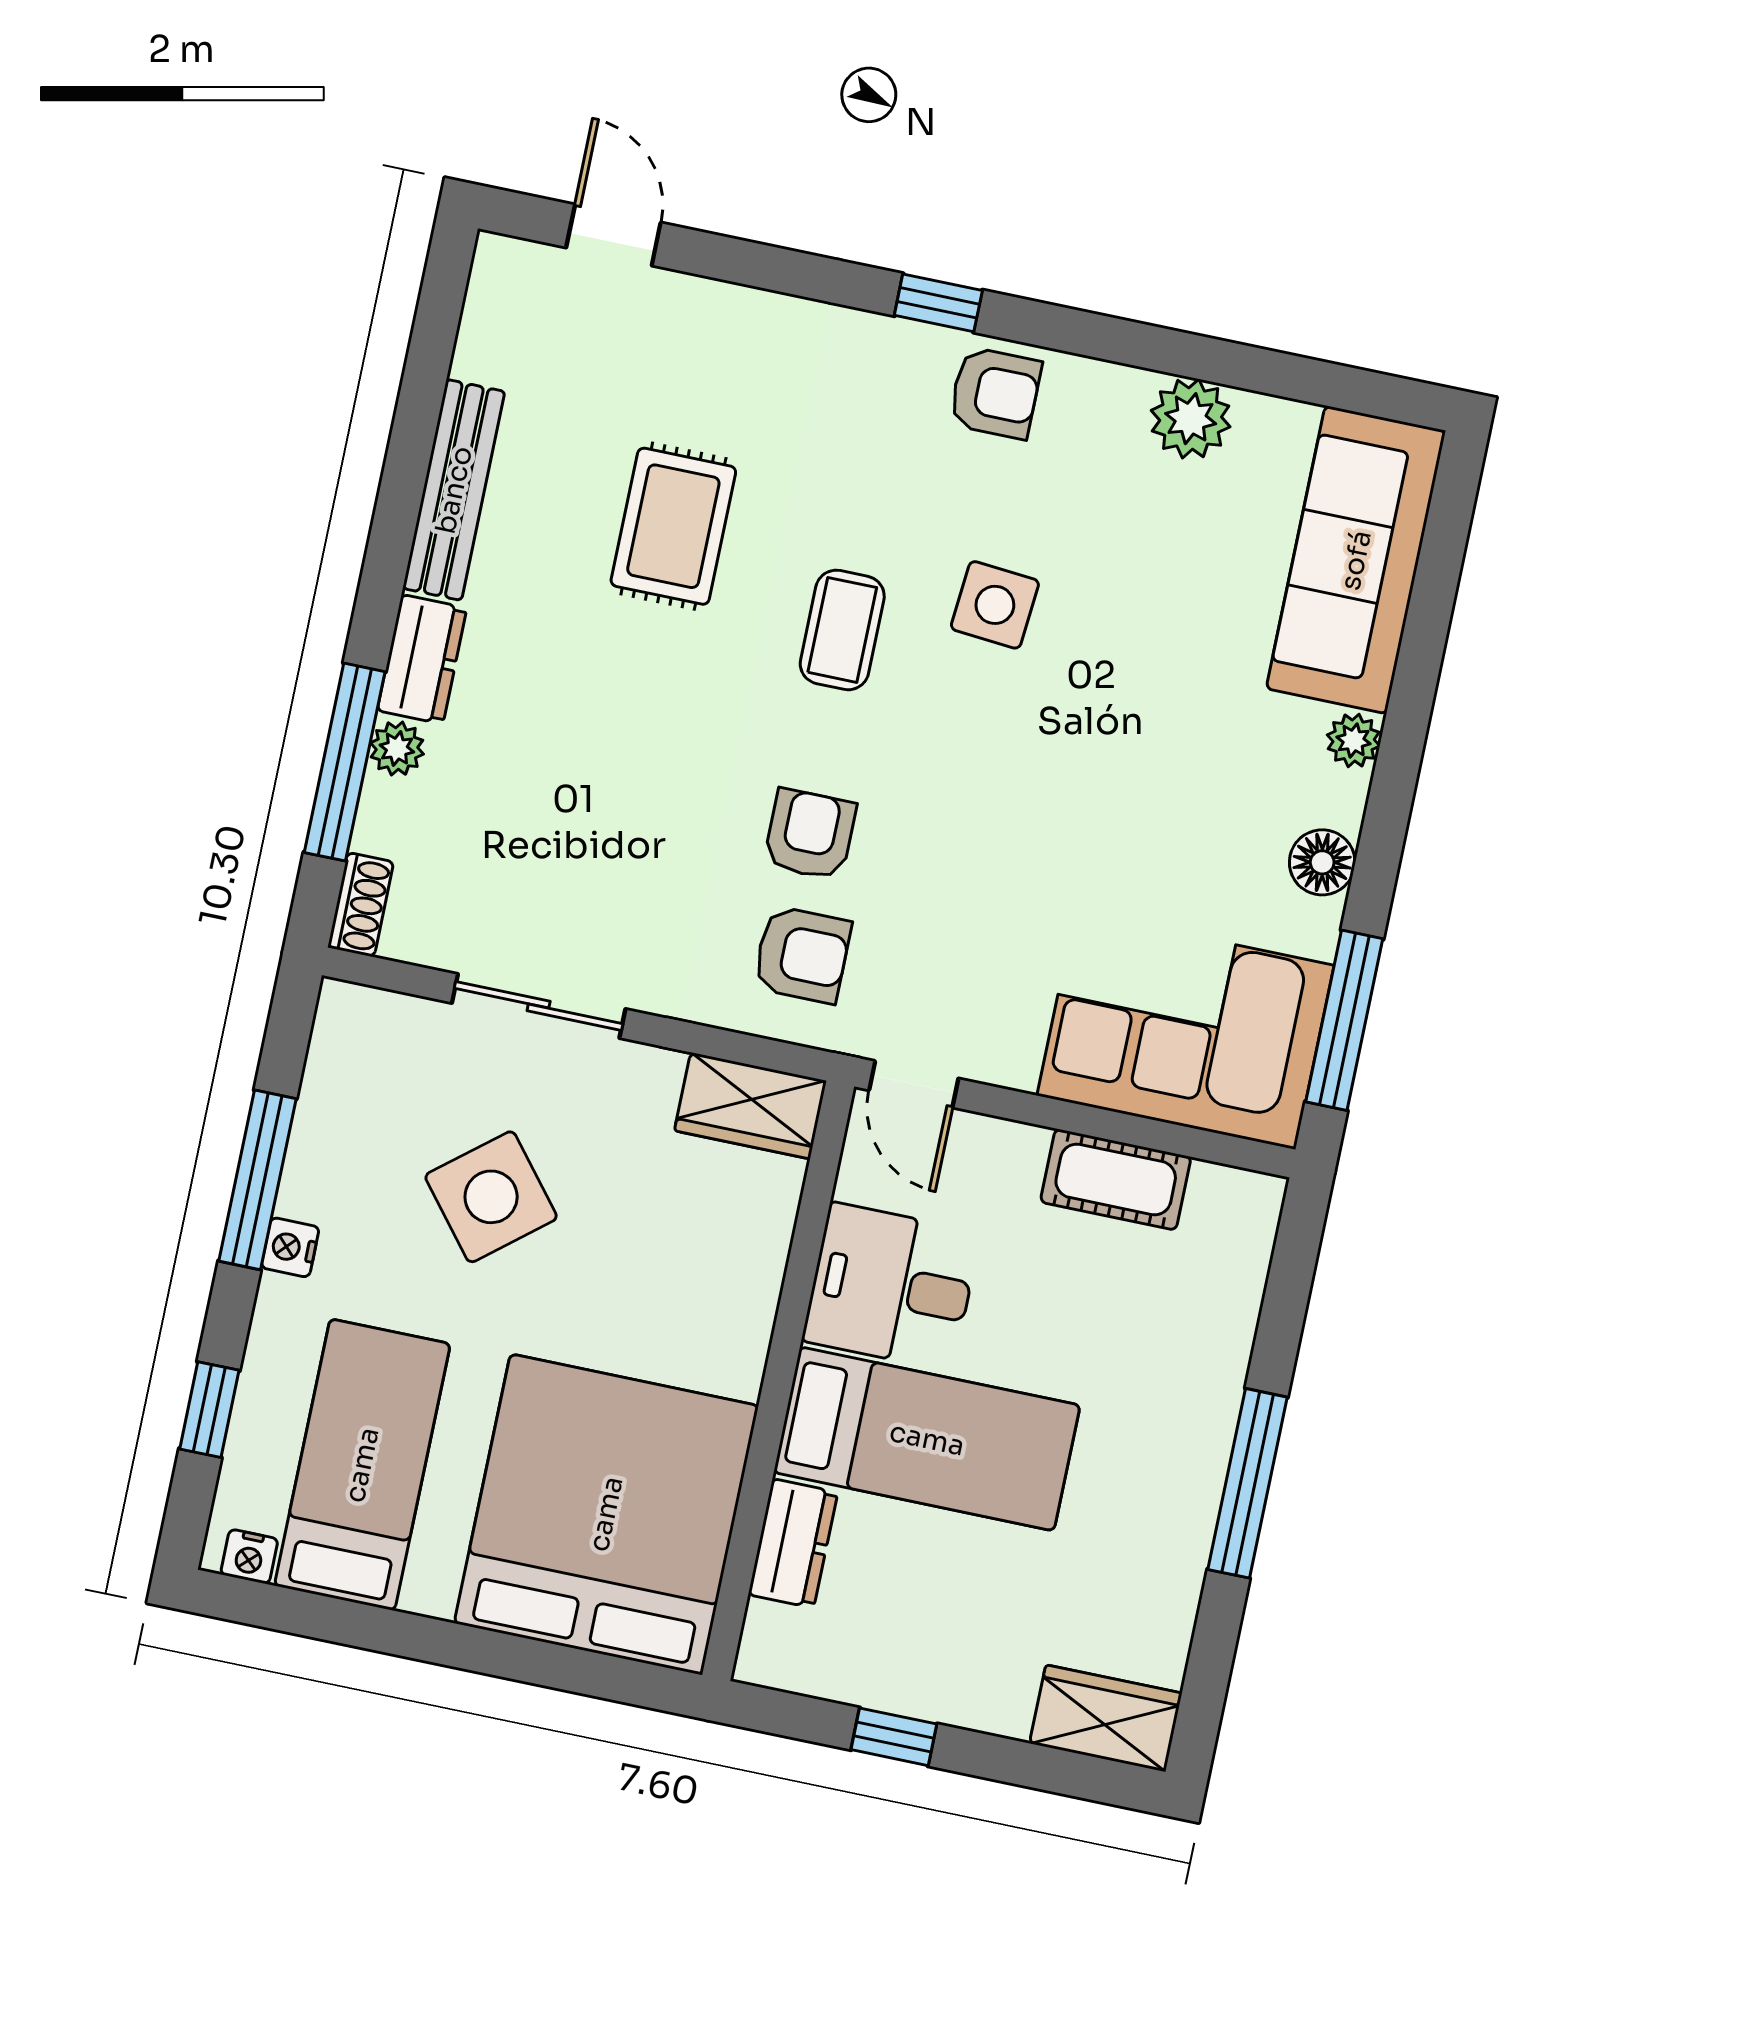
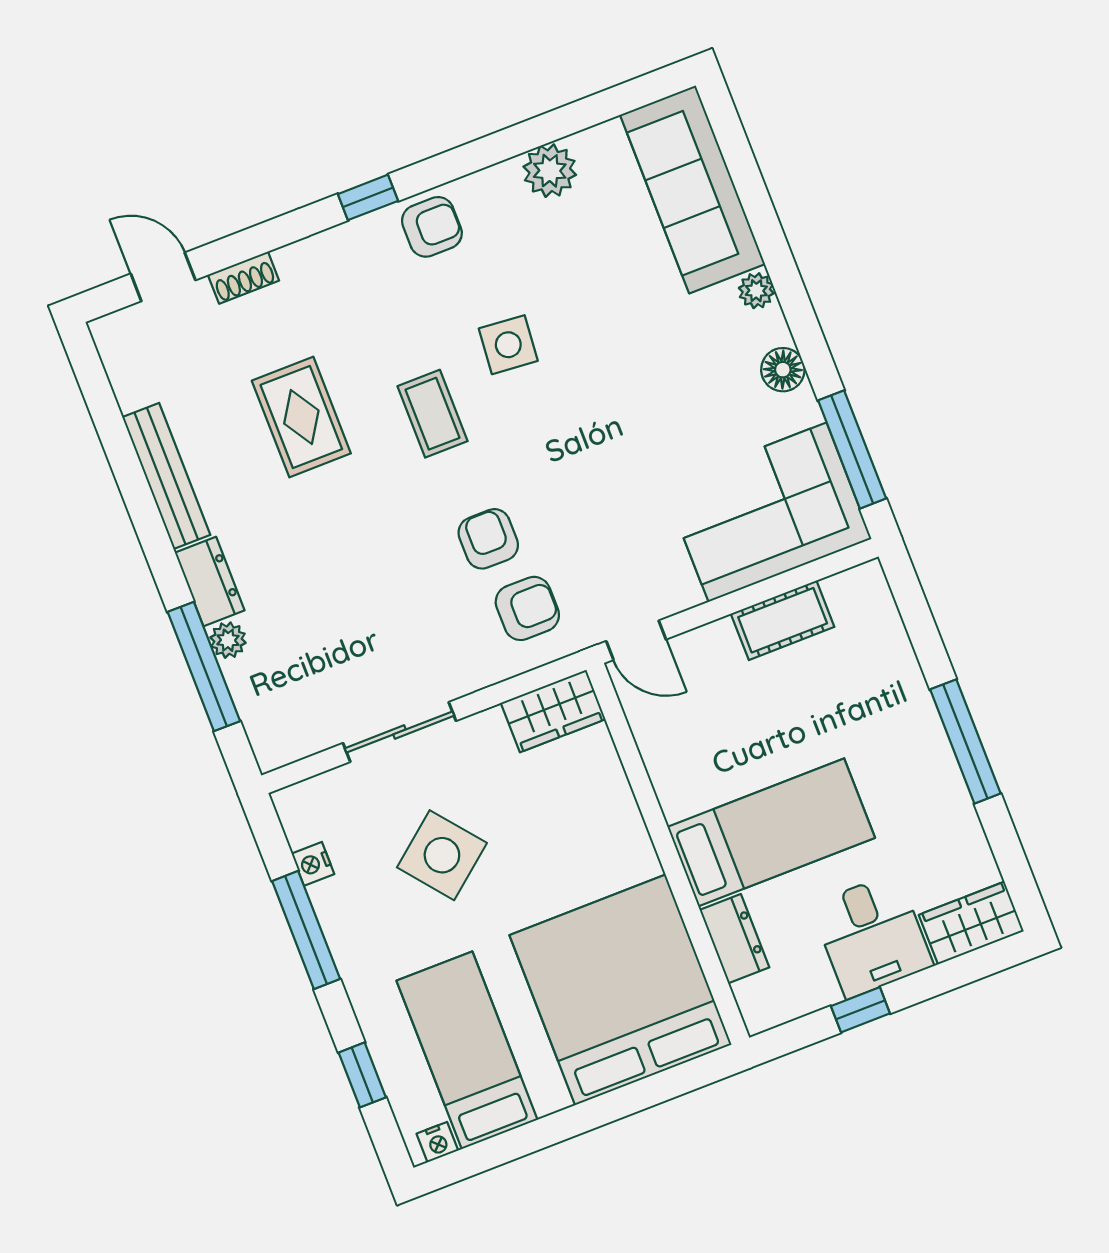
shoe rack: (361, 905) -> (243, 278), moved, turned 90
nightstand: (290, 1247) -> (313, 864), moved
desk: (891, 1287) -> (872, 935), moved, turned -90

